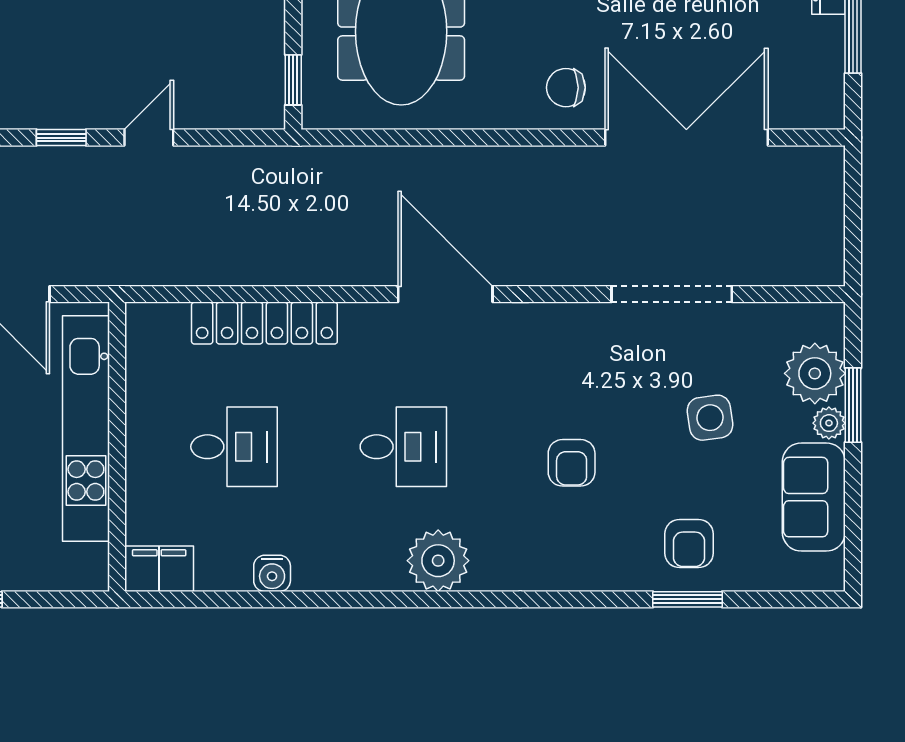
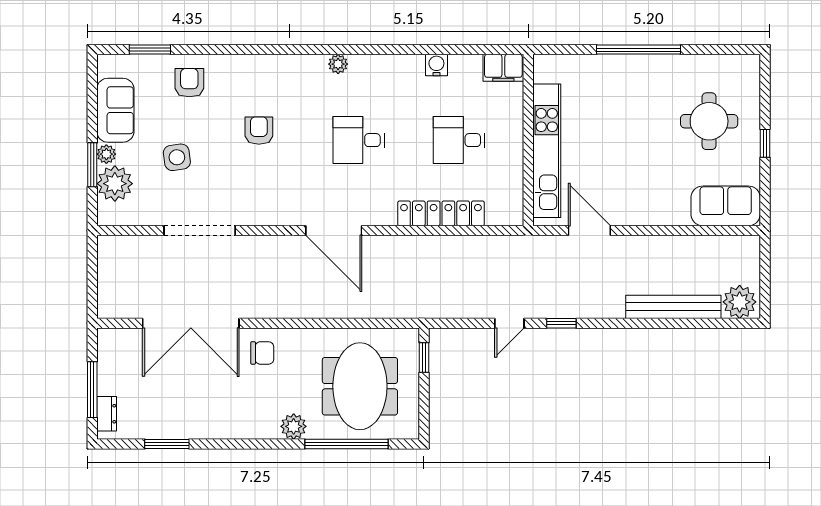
plant: (438, 561) -> (338, 64), width x0.53, depth x0.53
window: (688, 599) -> (150, 50), moved

